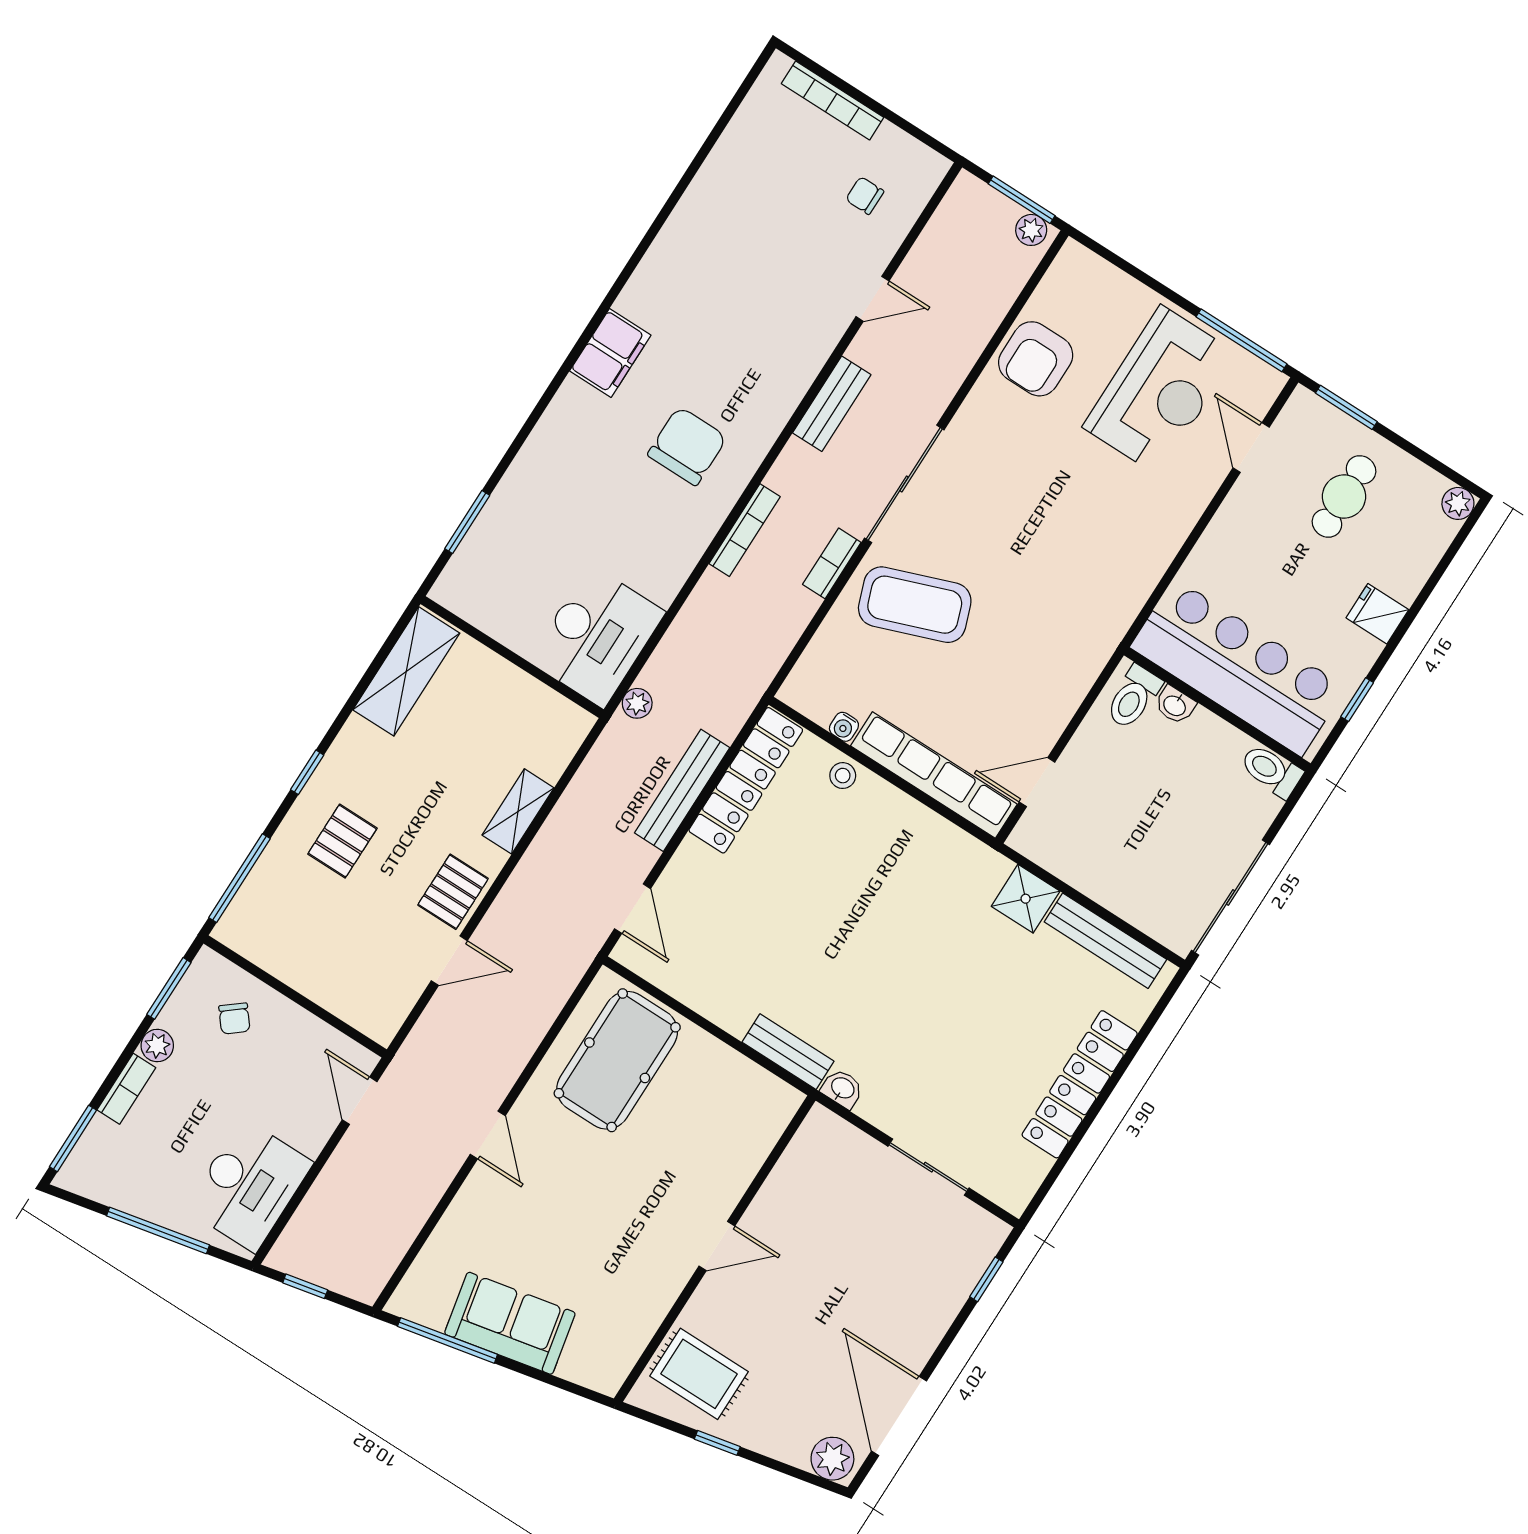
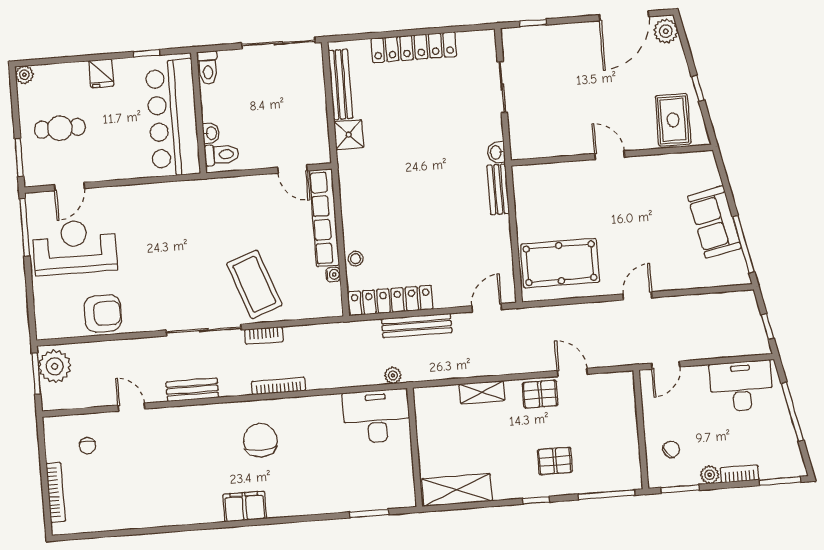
plant: (1031, 230) -> (55, 366), width x1.87, depth x1.87
chair: (687, 446) -> (260, 440), turned 90

